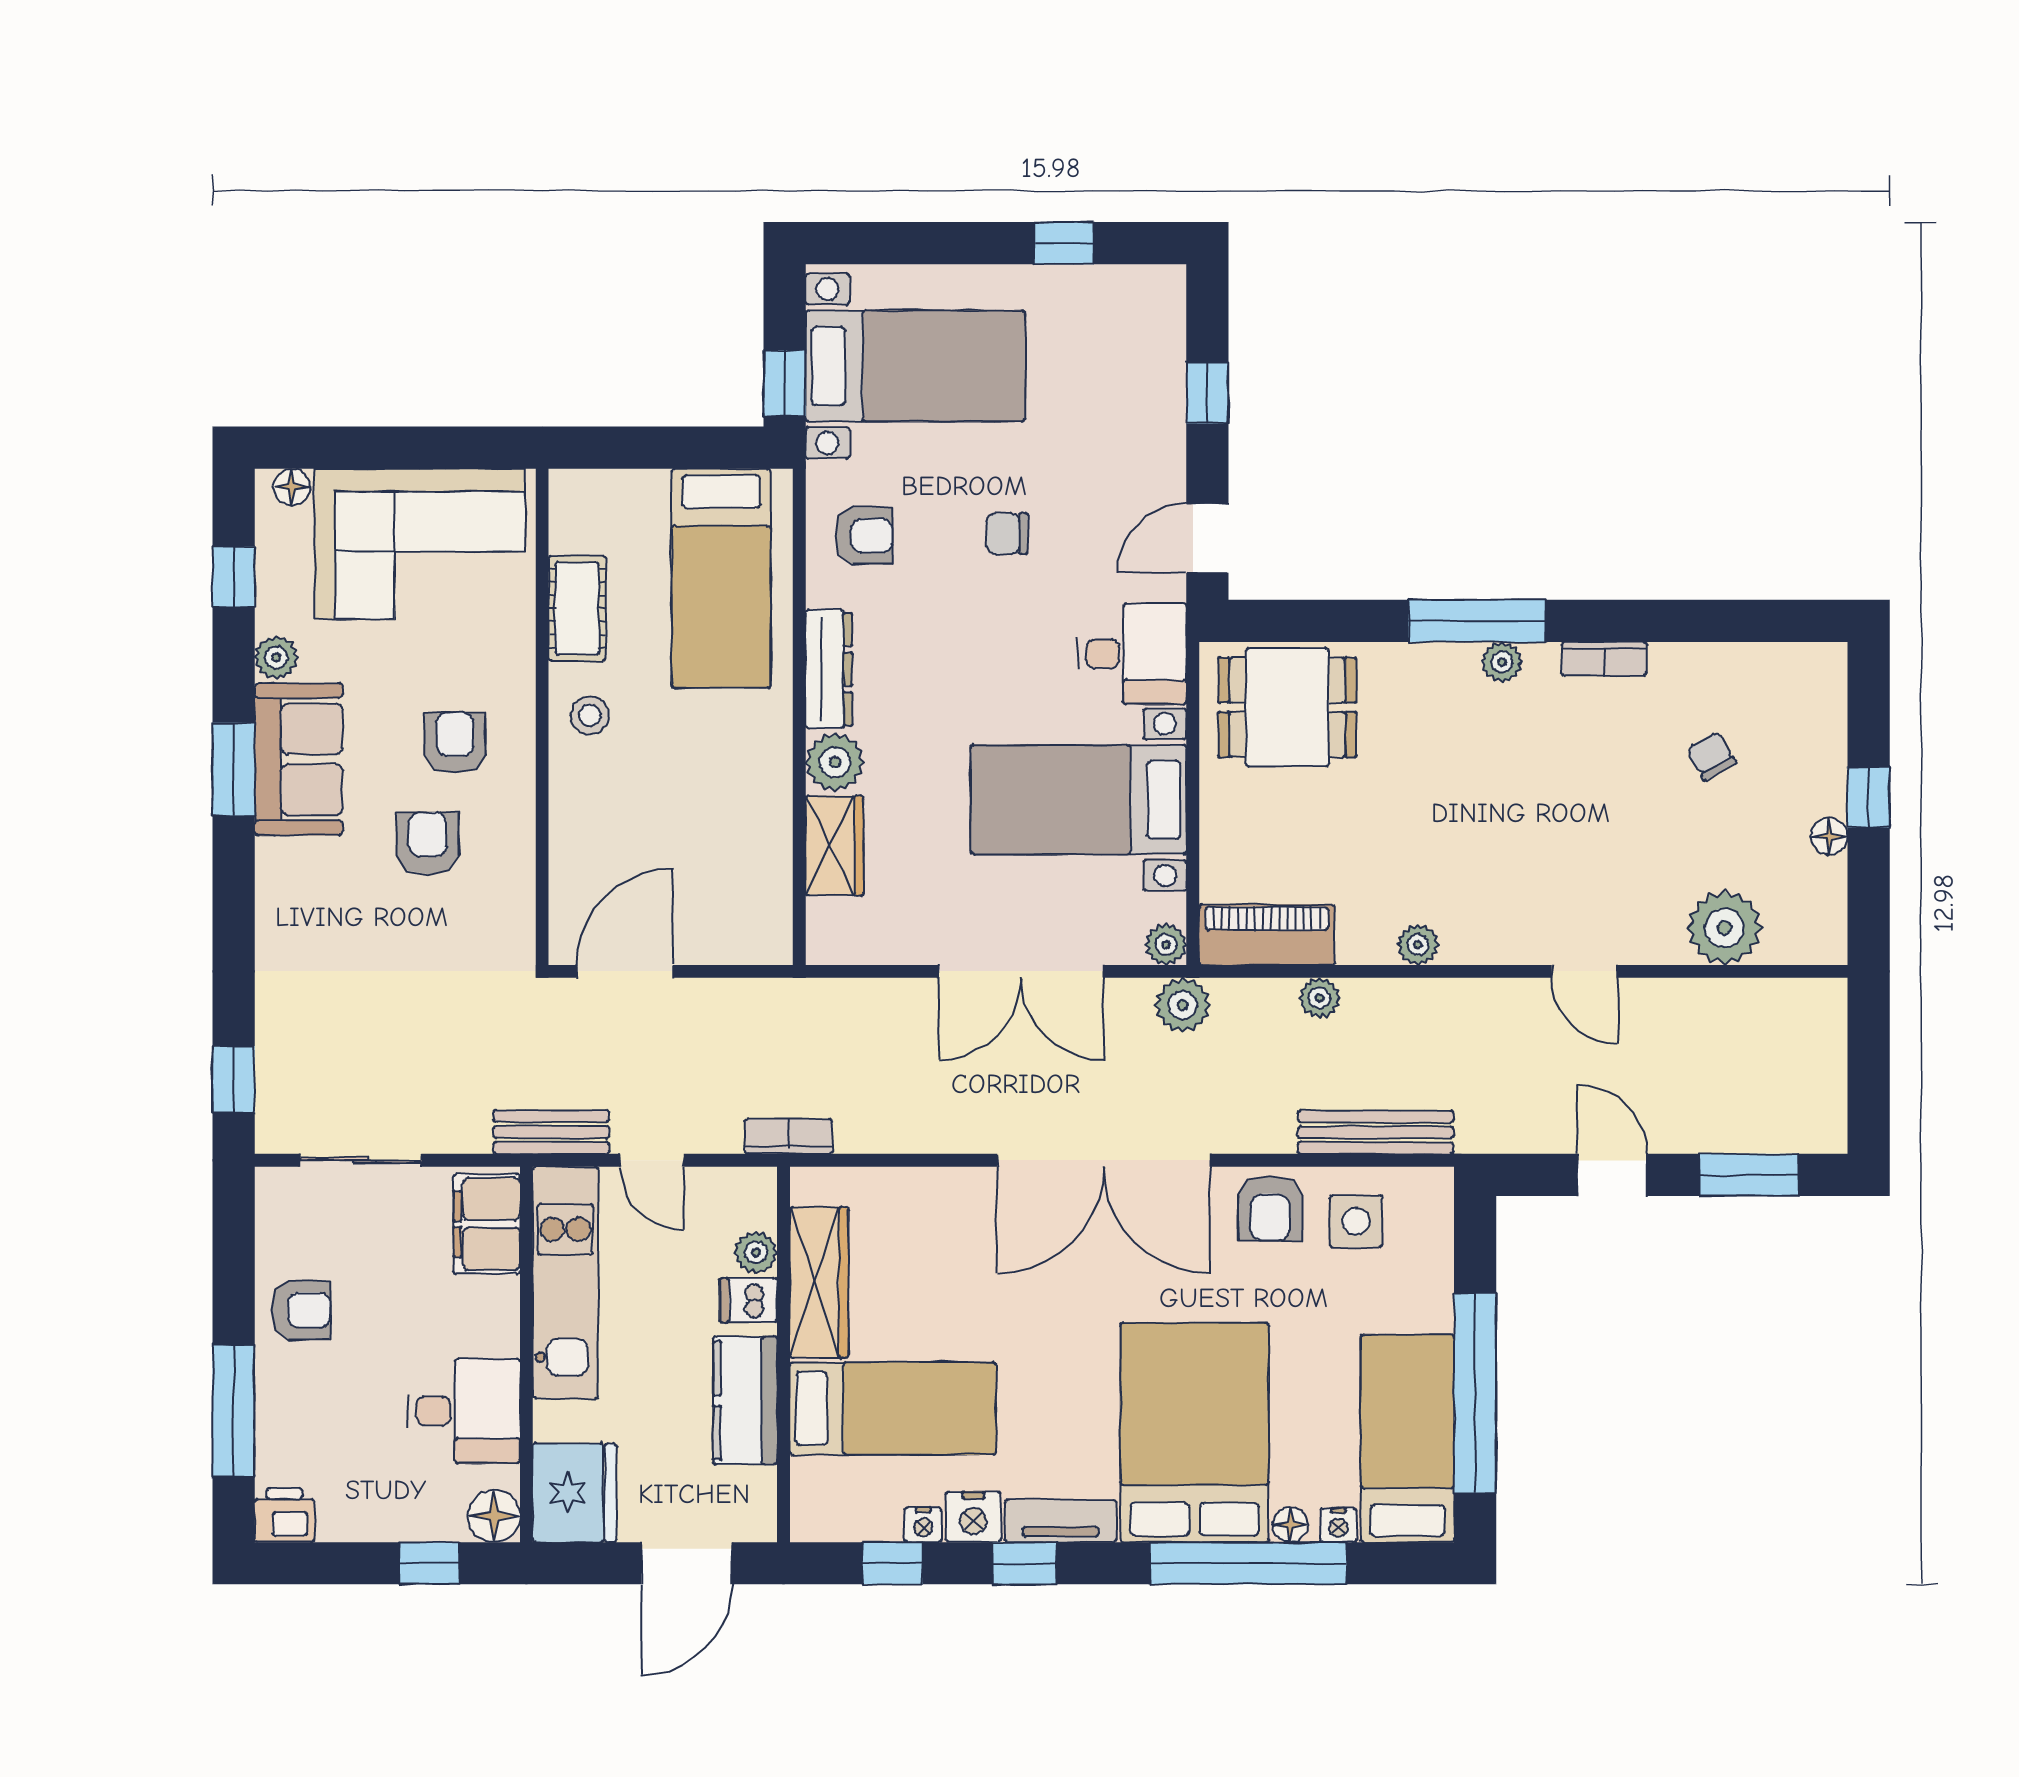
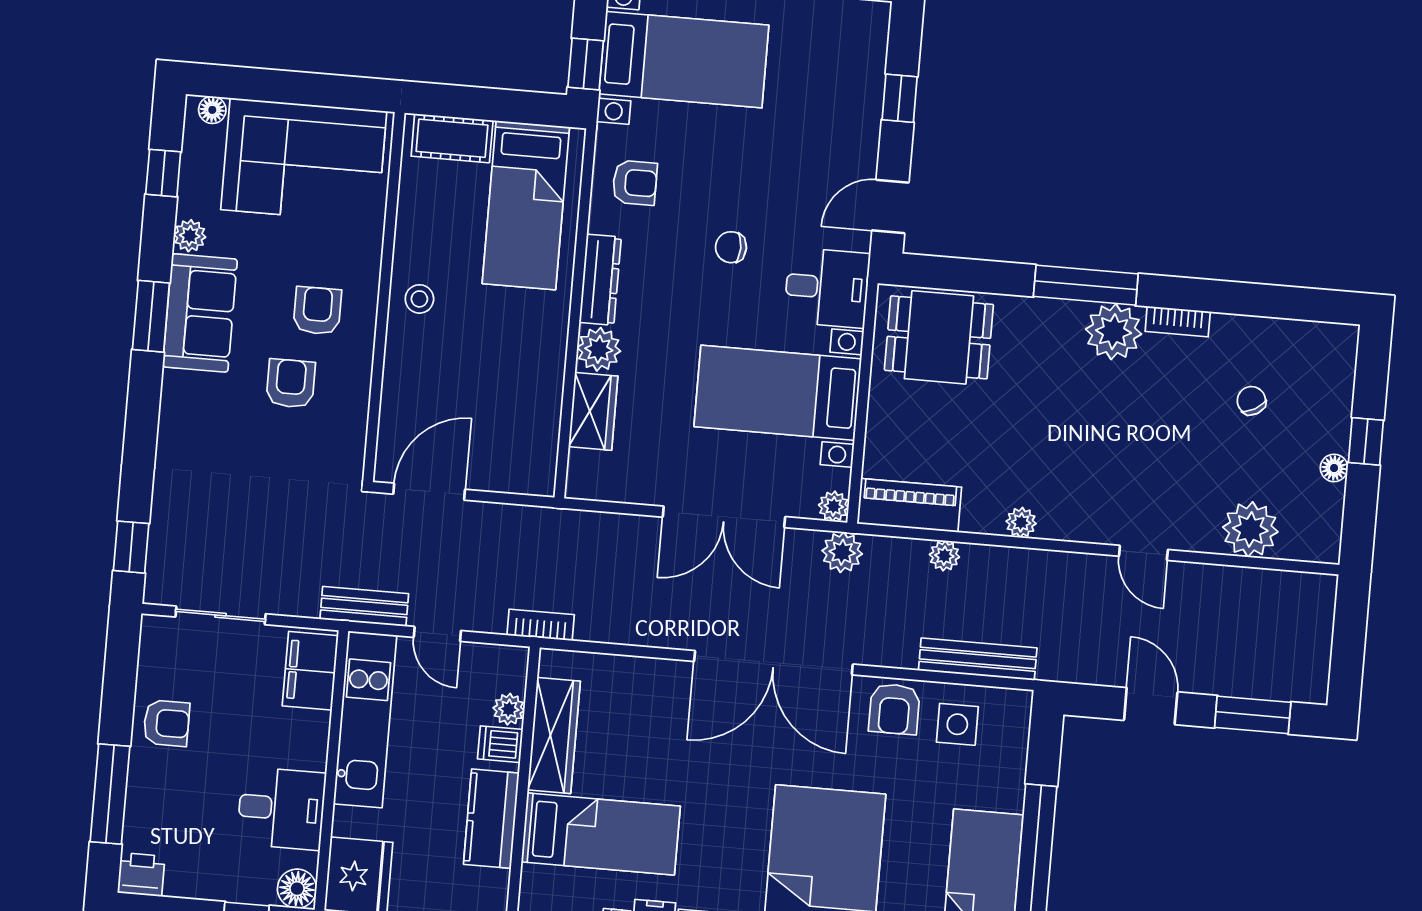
chair: (1007, 533) -> (731, 247), moved
cot: (577, 608) -> (452, 138), moved, turned 90
plant: (1502, 662) -> (1114, 332), width x1.88, depth x1.88

